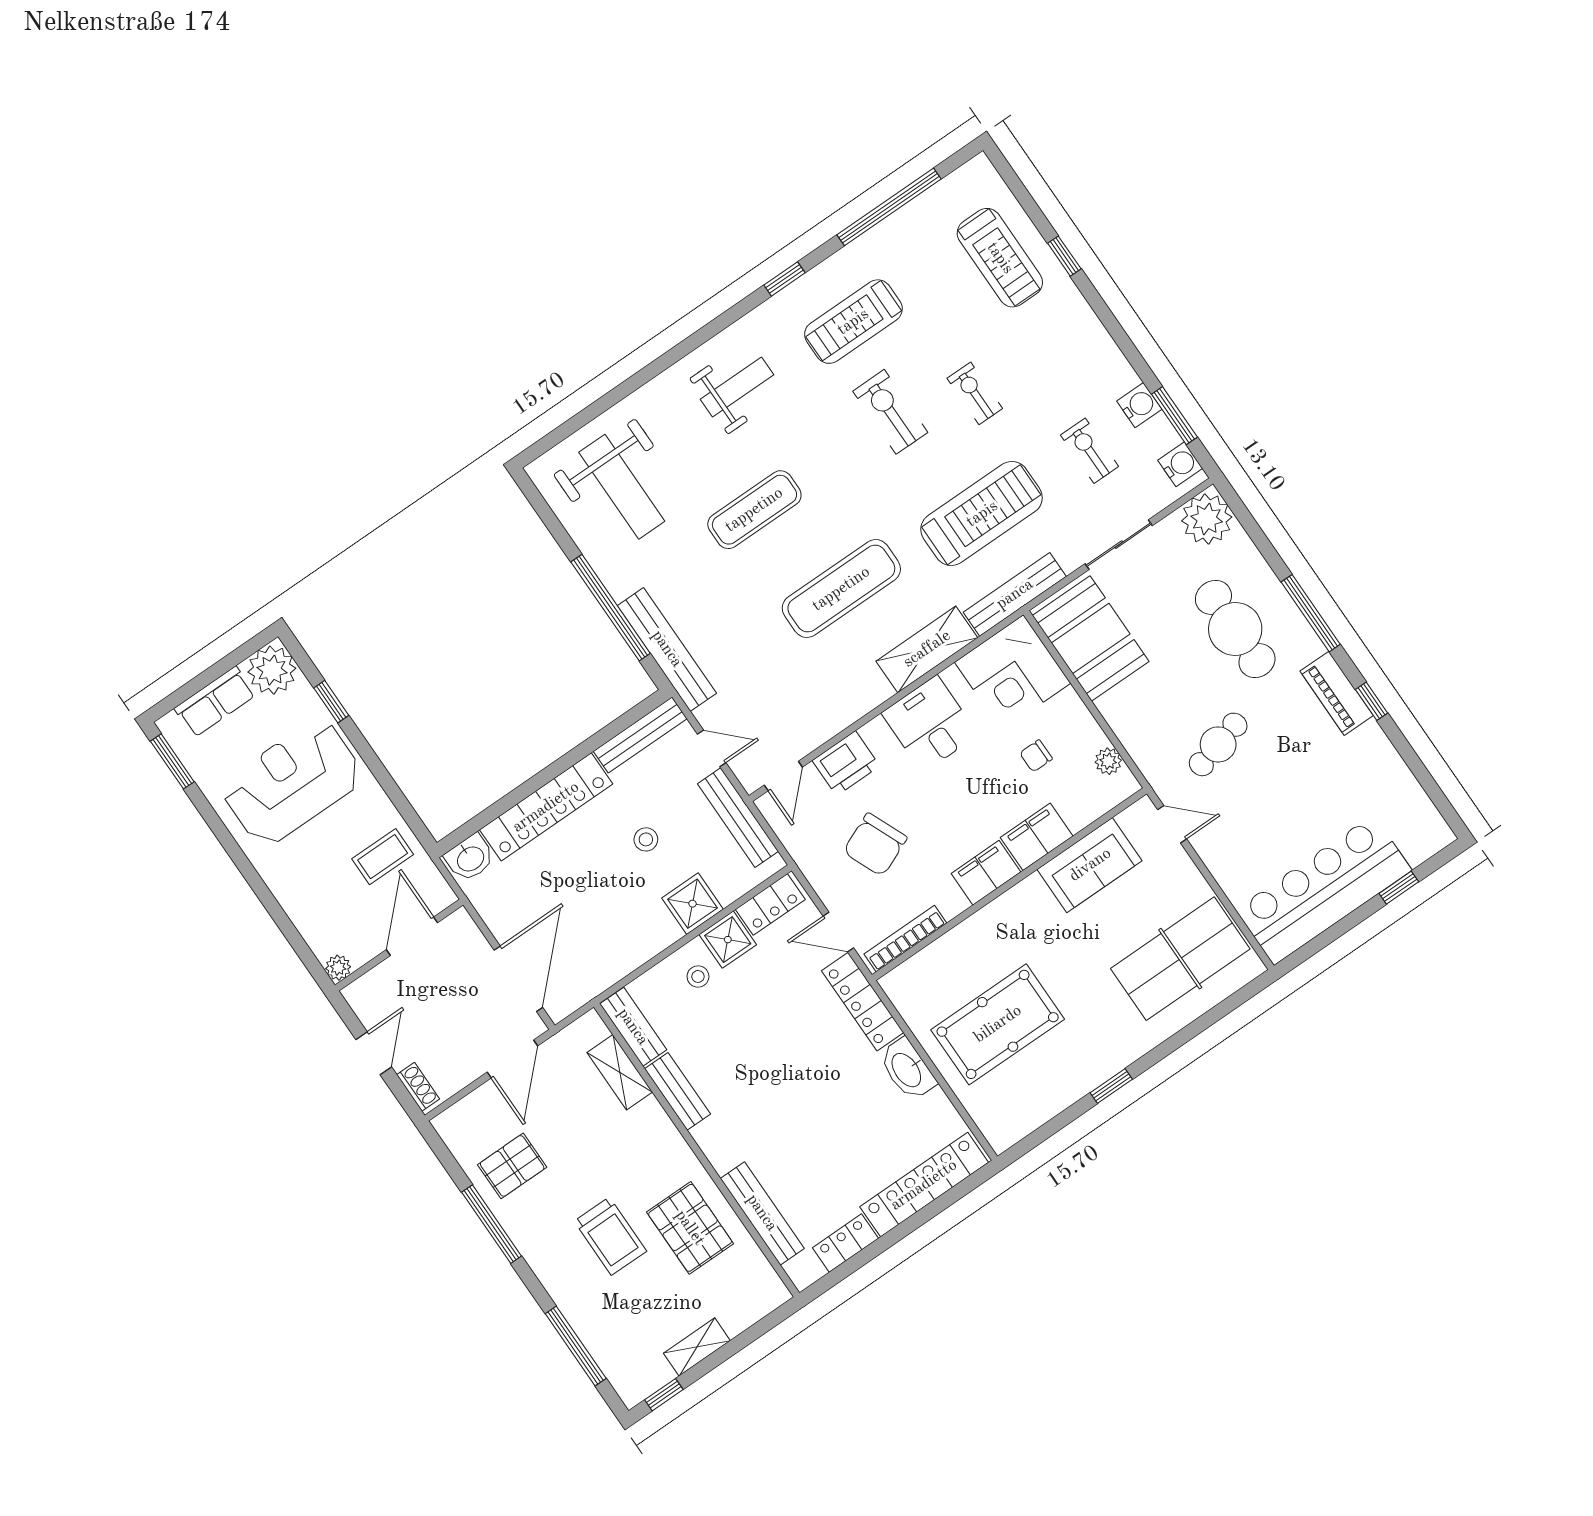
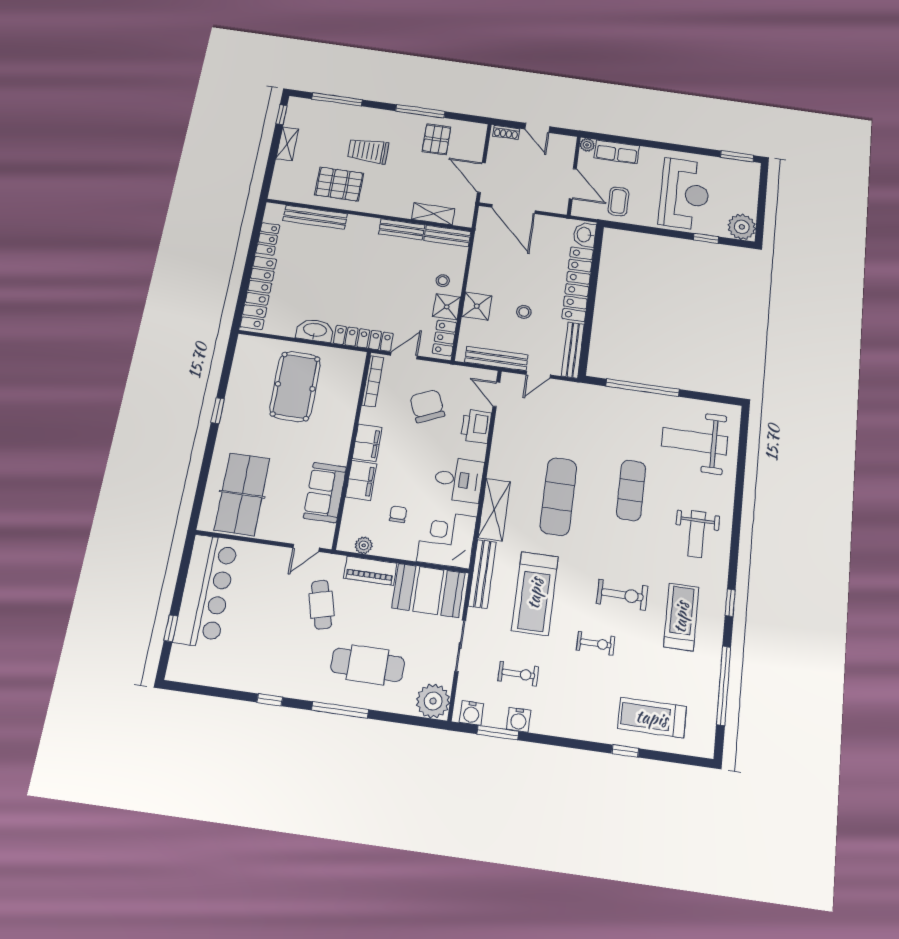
bench: (667, 649) -> (601, 395), removed
piano: (1337, 693) -> (370, 571), moved, turned 180
row of seats: (215, 702) -> (617, 152), moved, turned -90

